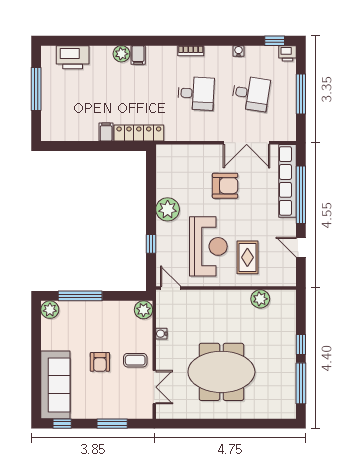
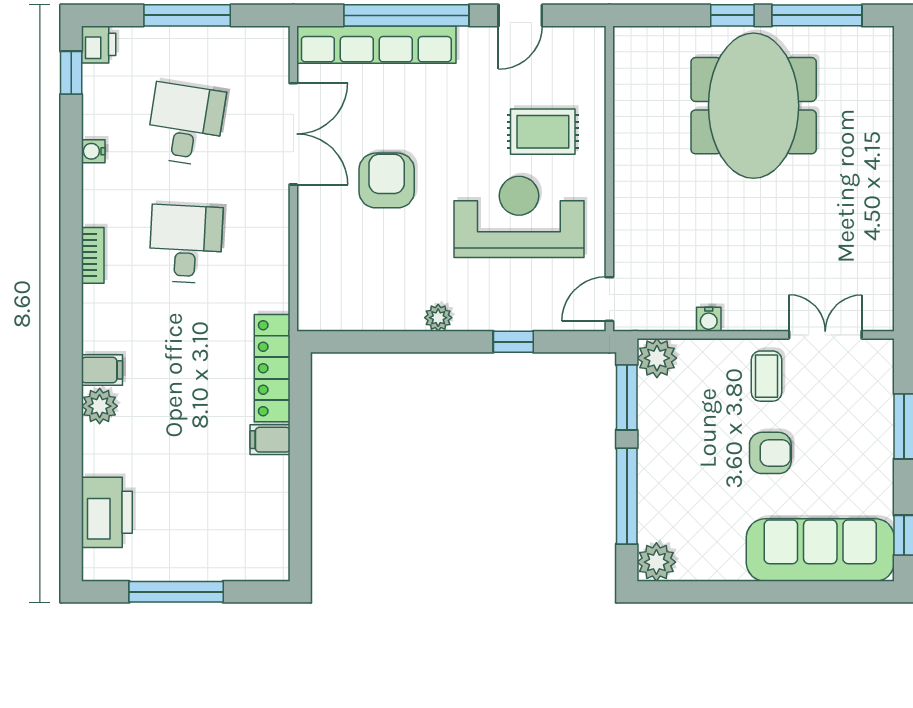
plant: (168, 209) -> (438, 318), width x0.53, depth x0.53
window: (125, 296) -> (627, 397), added
plant: (260, 299) -> (633, 104), removed
meeting table: (221, 372) -> (754, 106), moved

